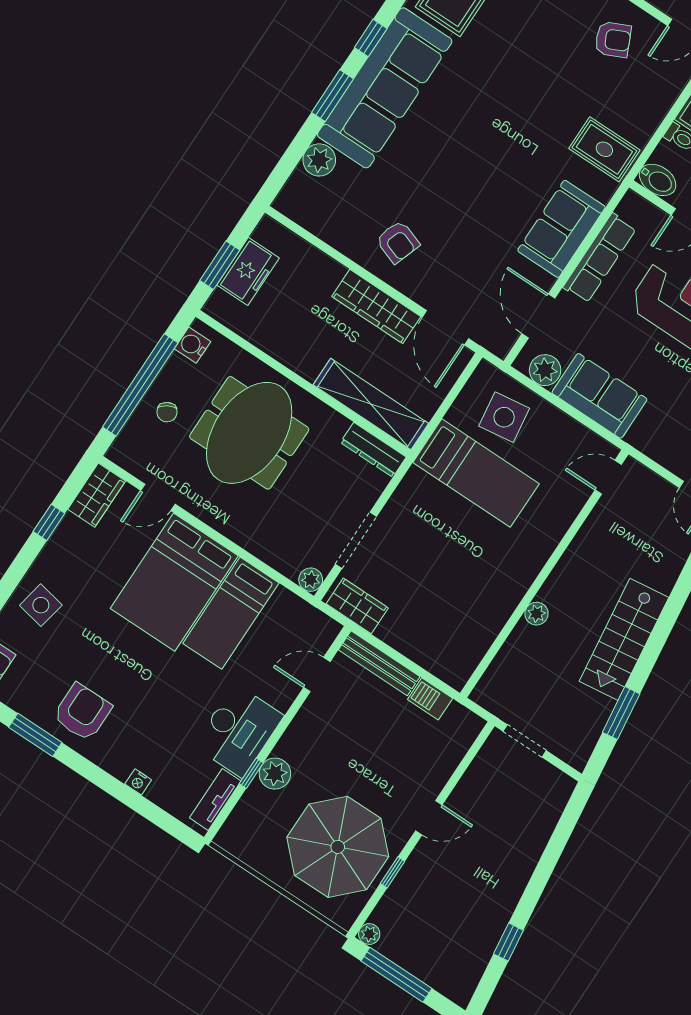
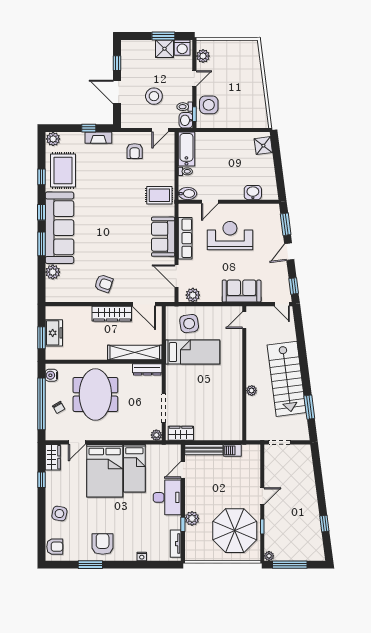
armchair: (613, 40) -> (135, 151), turned 115
sofa: (599, 396) -> (242, 291), moved
stairs: (624, 639) -> (287, 379), width x1.36, depth x1.51
desk: (239, 731) -> (167, 497), moved

